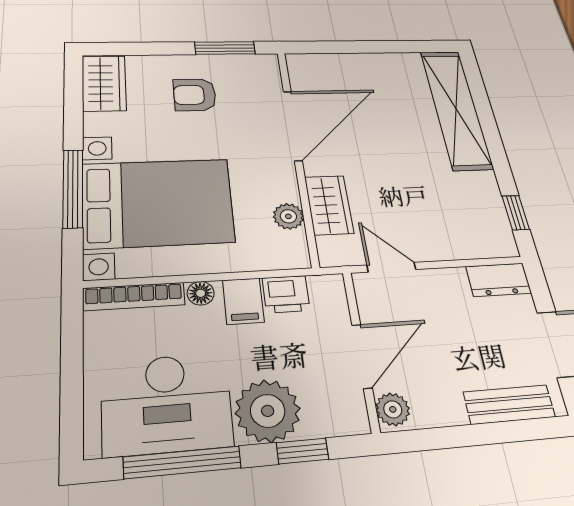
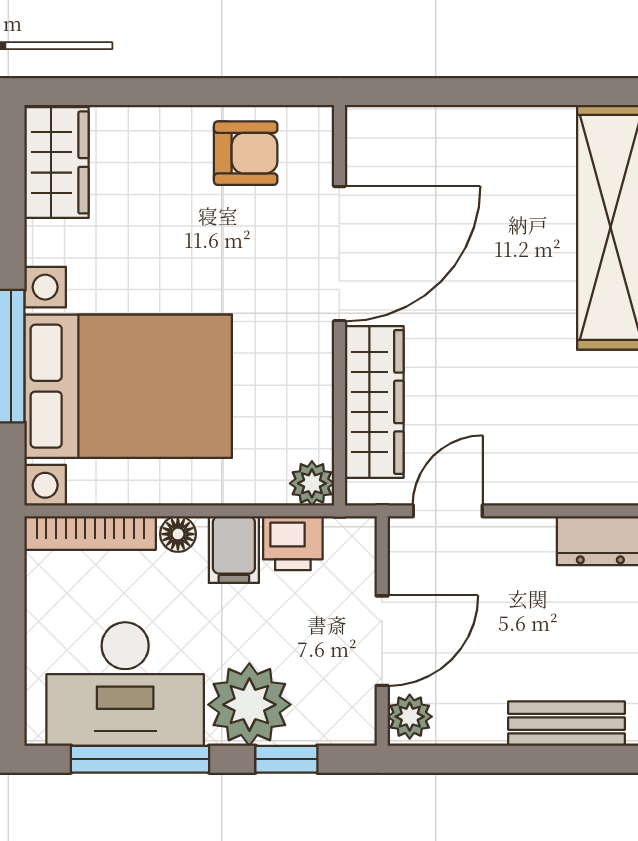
window: (225, 48) -> (249, 92), removed
armchair: (195, 95) -> (246, 153), moved, turned 180
wardrobe: (329, 205) -> (374, 402), width x1.50
plant: (288, 216) -> (312, 483), moved
door: (391, 267) -> (448, 511), hinge flipped

